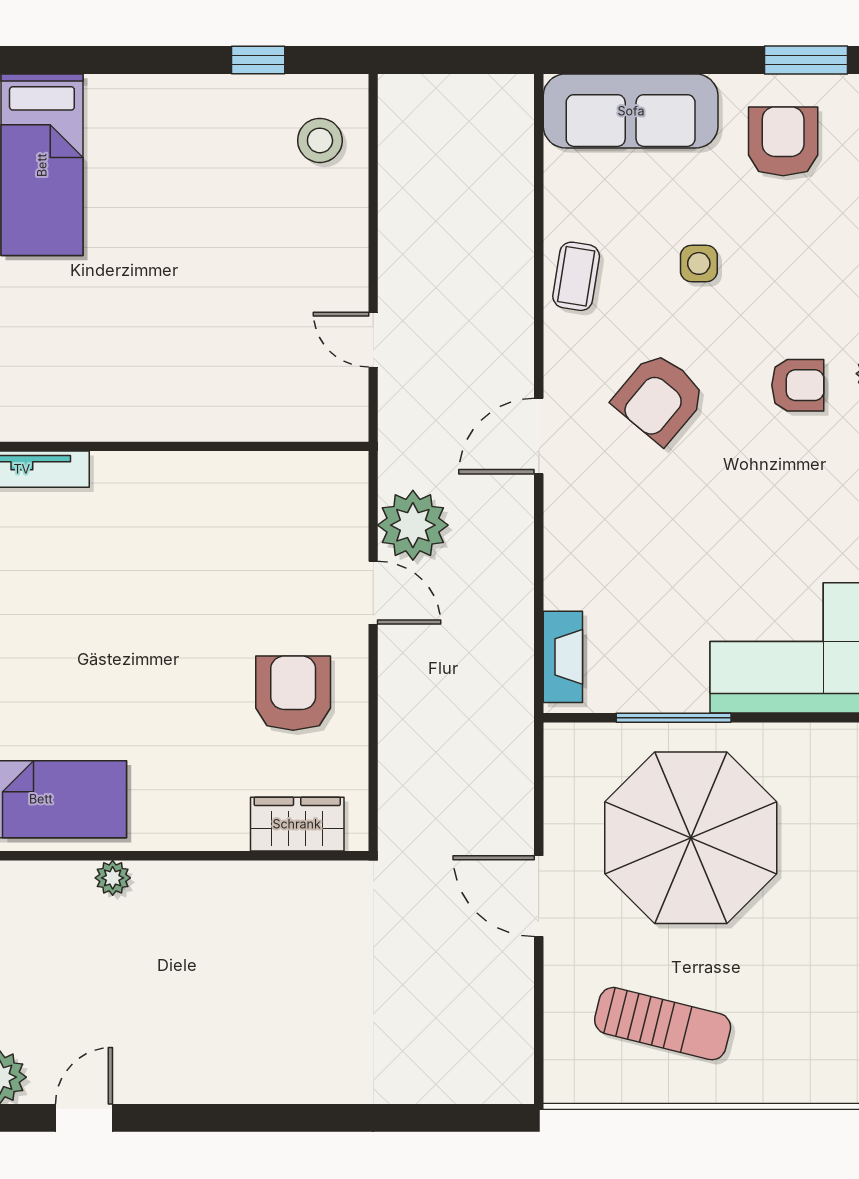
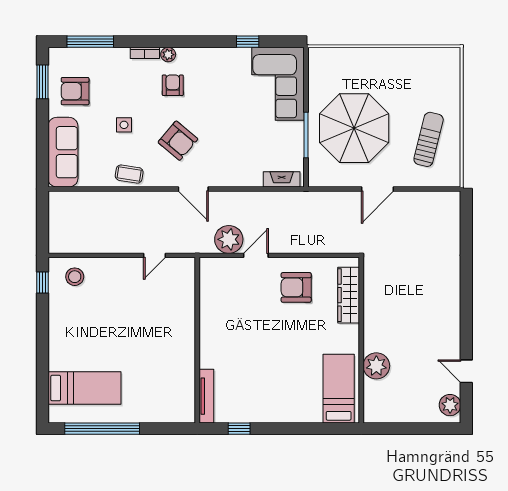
window: (258, 60) -> (42, 283), moved
wardrobe: (297, 824) -> (349, 295), width x1.50
plant: (113, 878) -> (376, 366), width x1.87, depth x1.87

